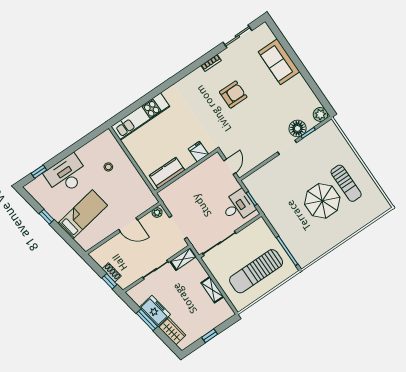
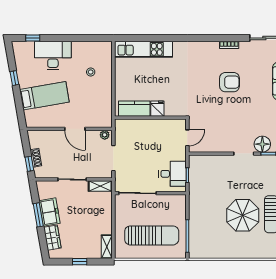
fridge: (198, 152) -> (157, 109), moved
sun lounger: (256, 271) -> (152, 235), turned 180
shelving: (212, 290) -> (107, 247), moved

